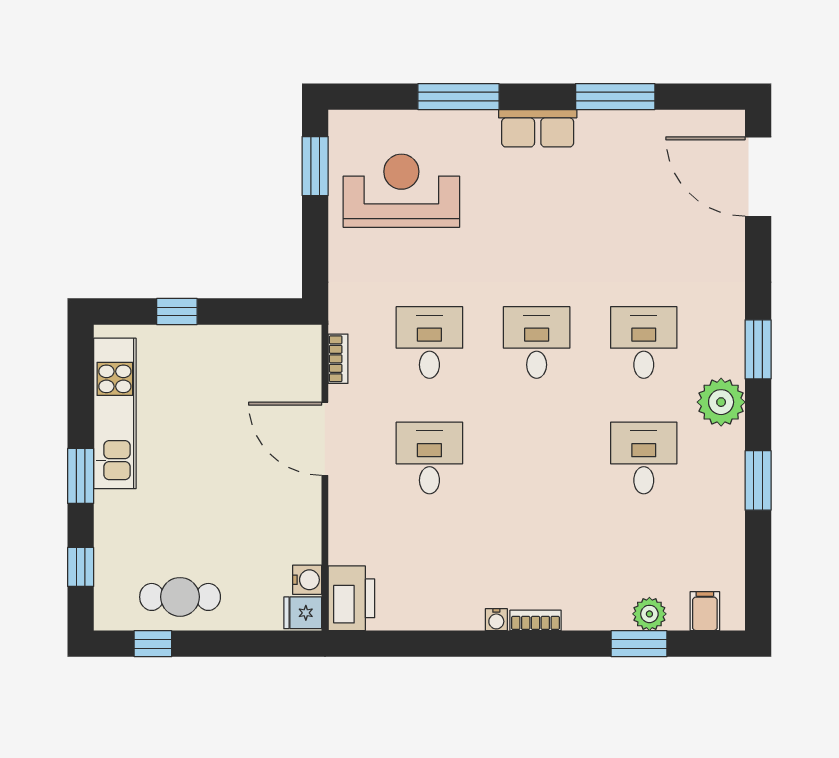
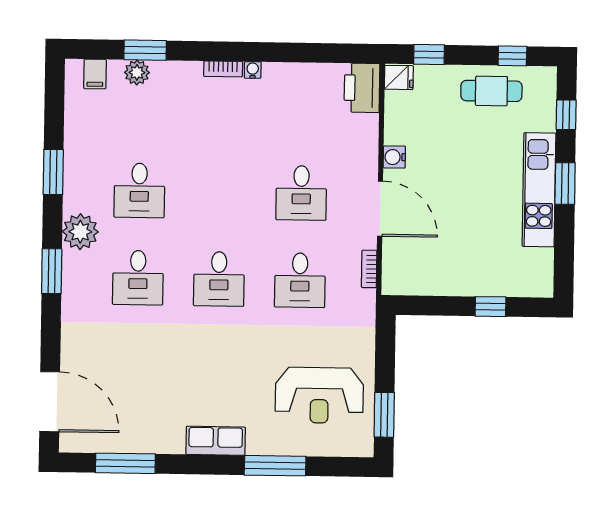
window: (615, 97) -> (125, 463), moved
kitchen unit: (115, 413) -> (539, 190), moved
water cooler: (307, 580) -> (394, 157), moved
window: (263, 644) -> (429, 55), added

